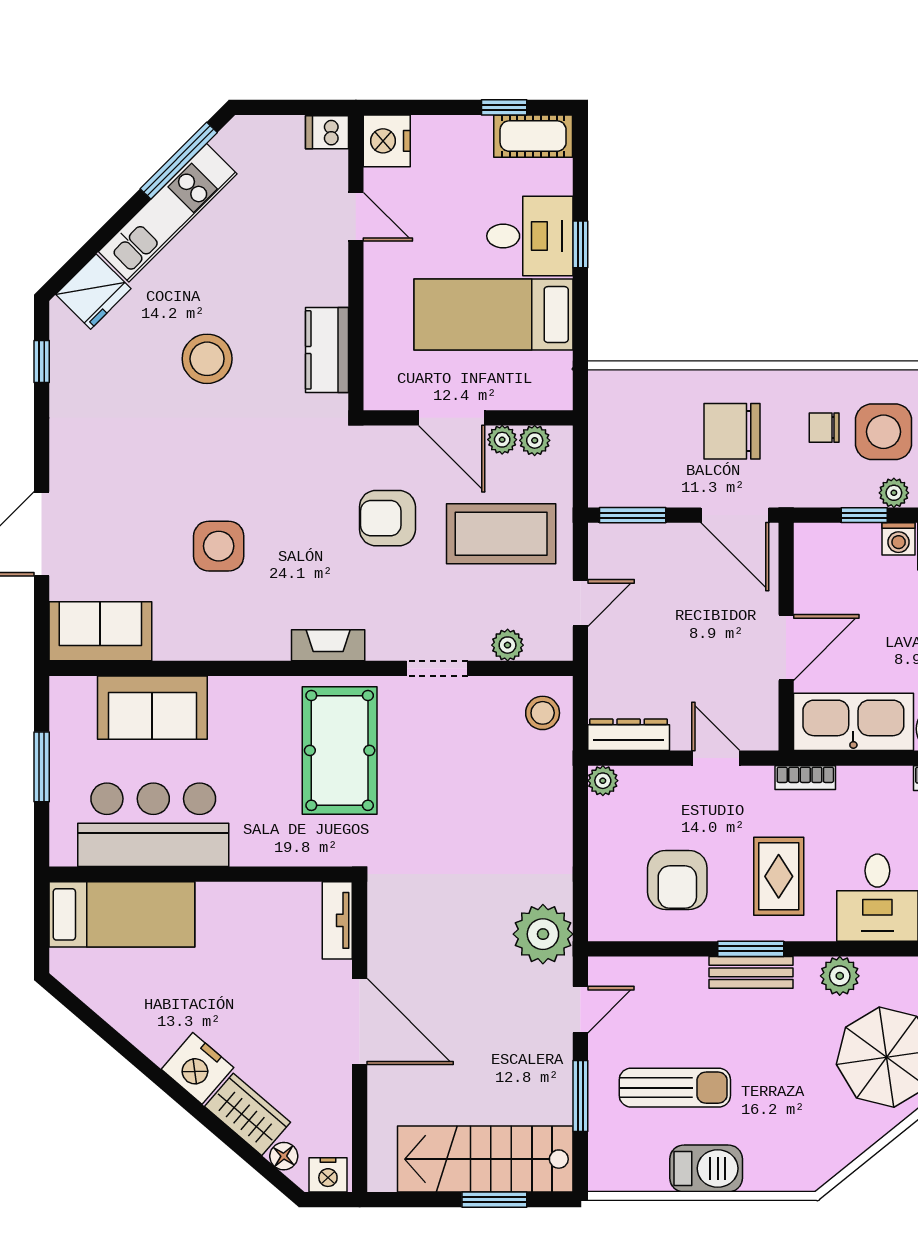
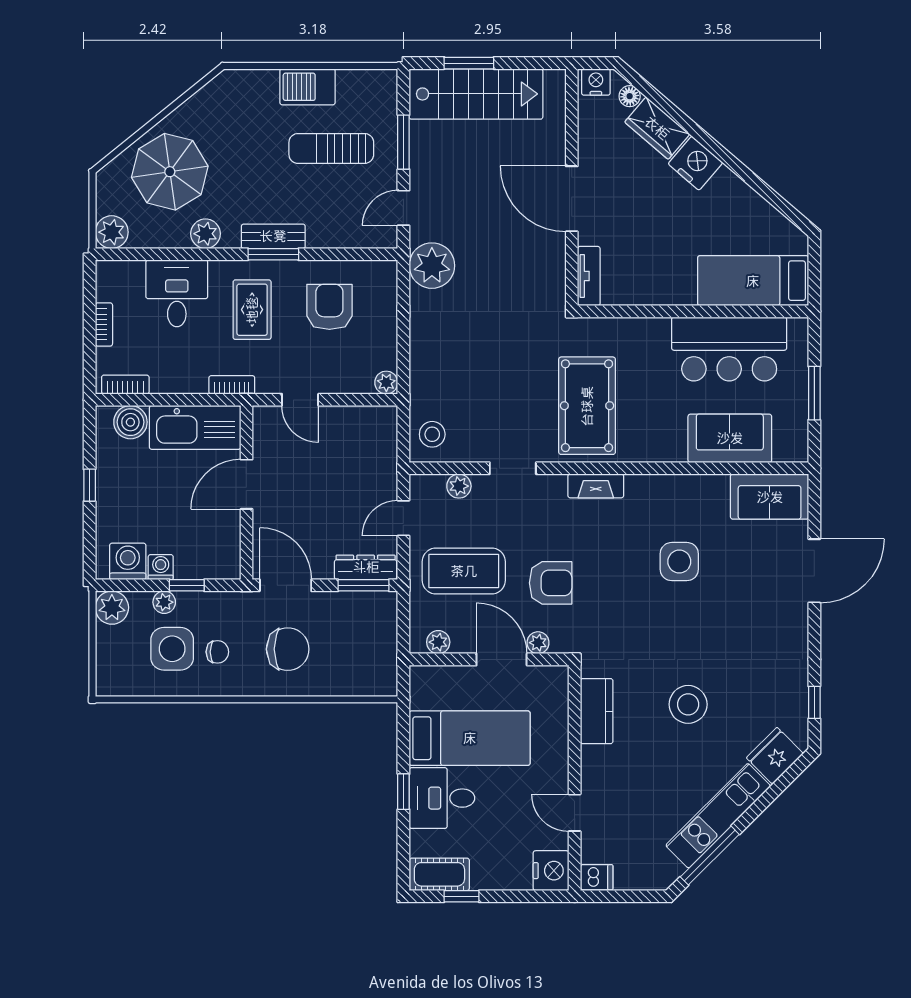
plant: (502, 440) -> (538, 643), moved
dresser: (629, 735) -> (366, 567), moved, turned 180

